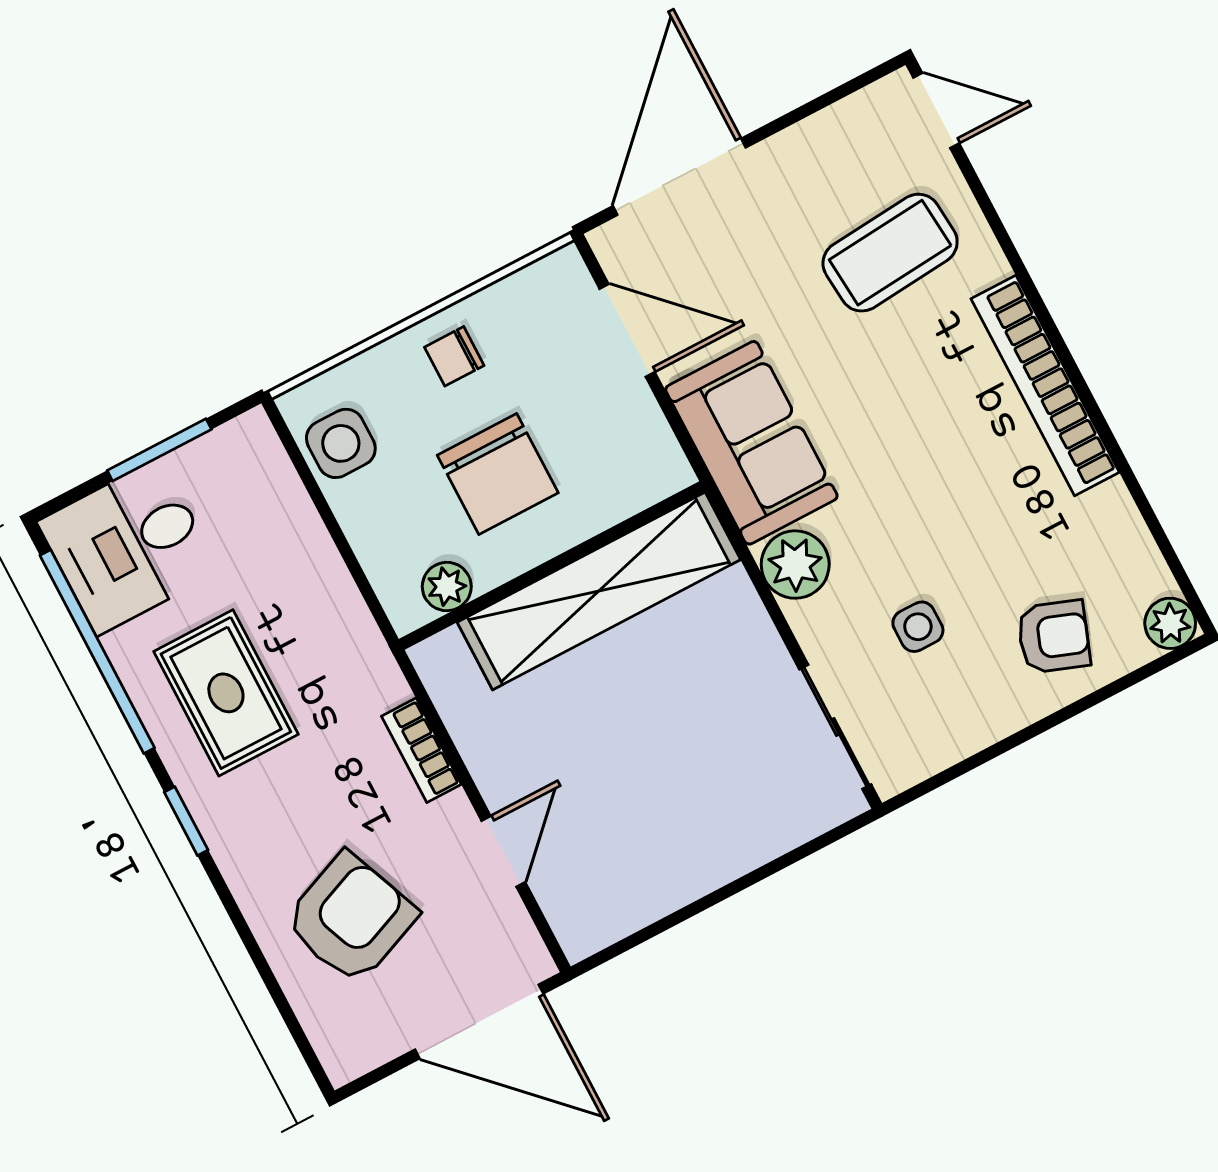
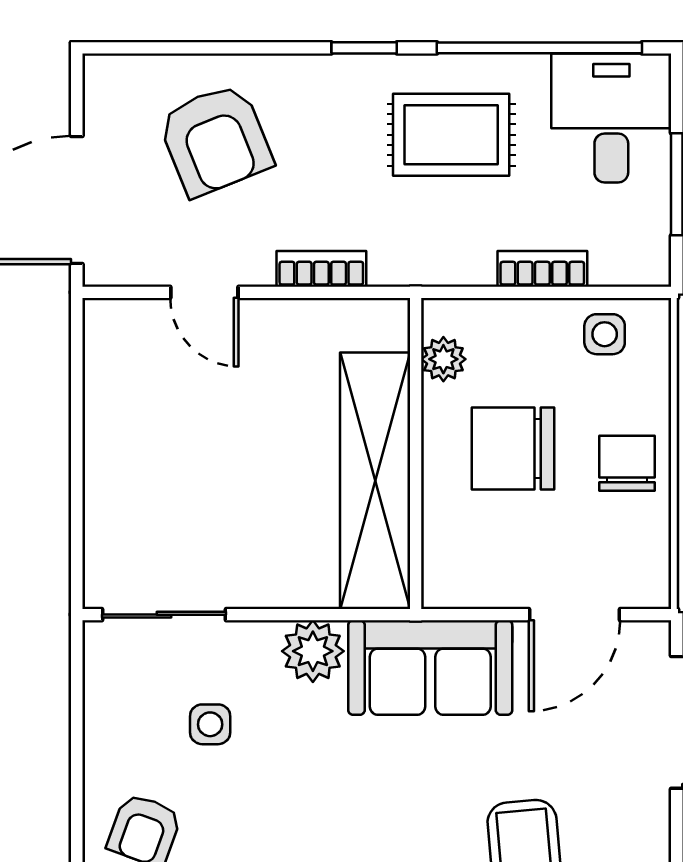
chair: (454, 356) -> (627, 463), width x1.37, depth x1.37
side table: (341, 443) -> (605, 334), width x0.73, depth x0.73
bookcase: (309, 537) -> (542, 269), added

